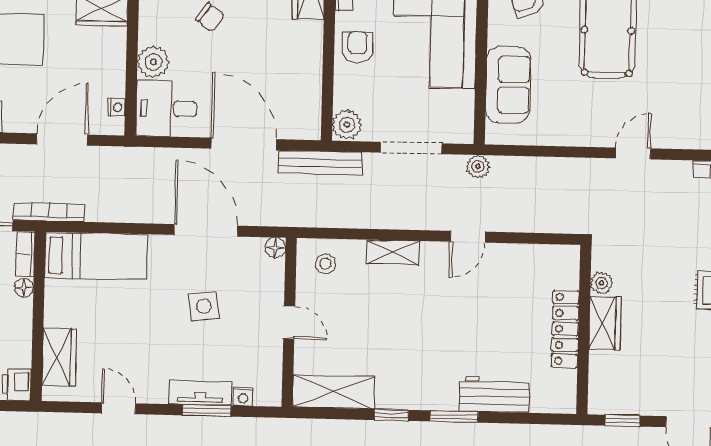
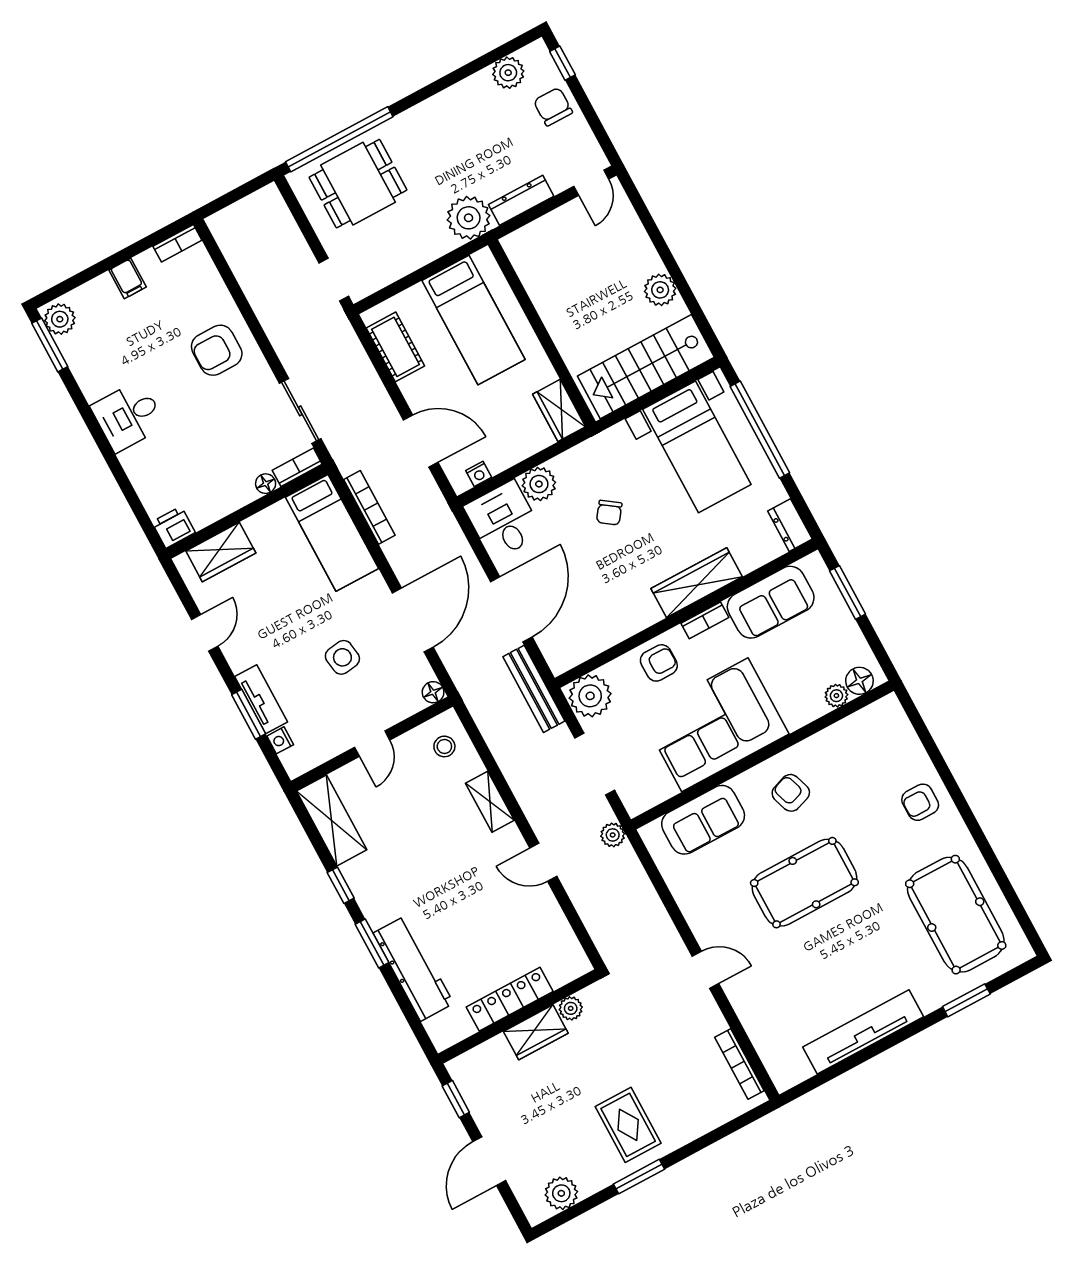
plant: (347, 125) -> (590, 696), width x1.36, depth x1.36
bookcase: (49, 212) -> (369, 507), moved
workbench: (494, 394) -> (413, 968), width x1.38

